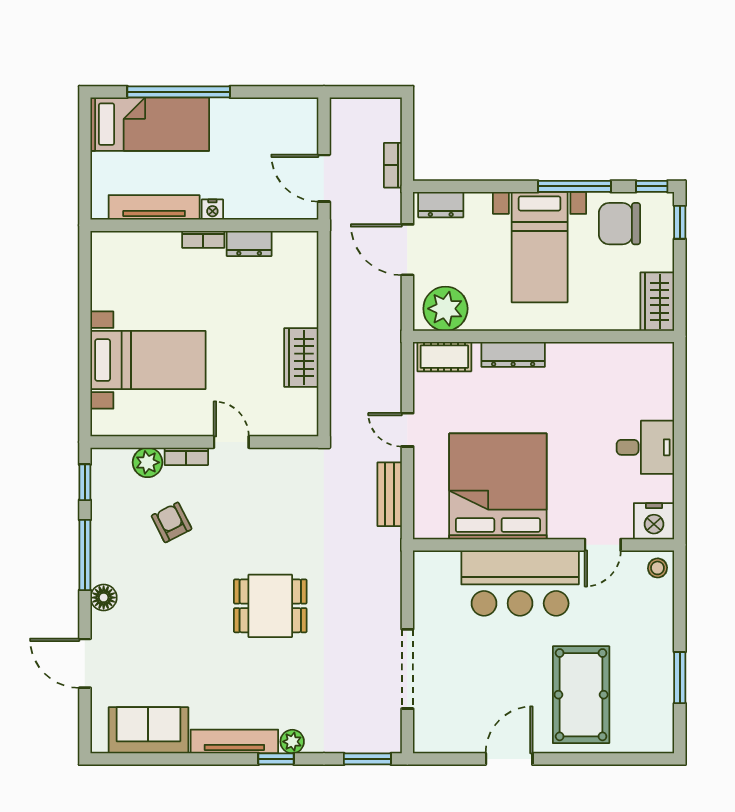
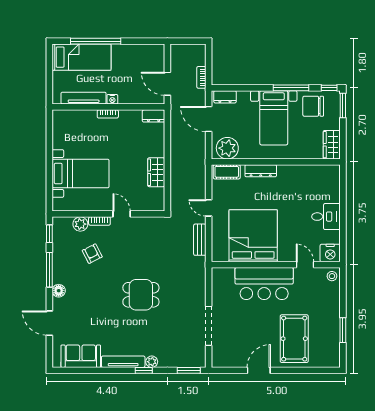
window: (680, 222) -> (343, 106), width x1.50
dresser: (249, 243) -> (154, 116), moved
door: (603, 545) -> (305, 265), swing flipped

